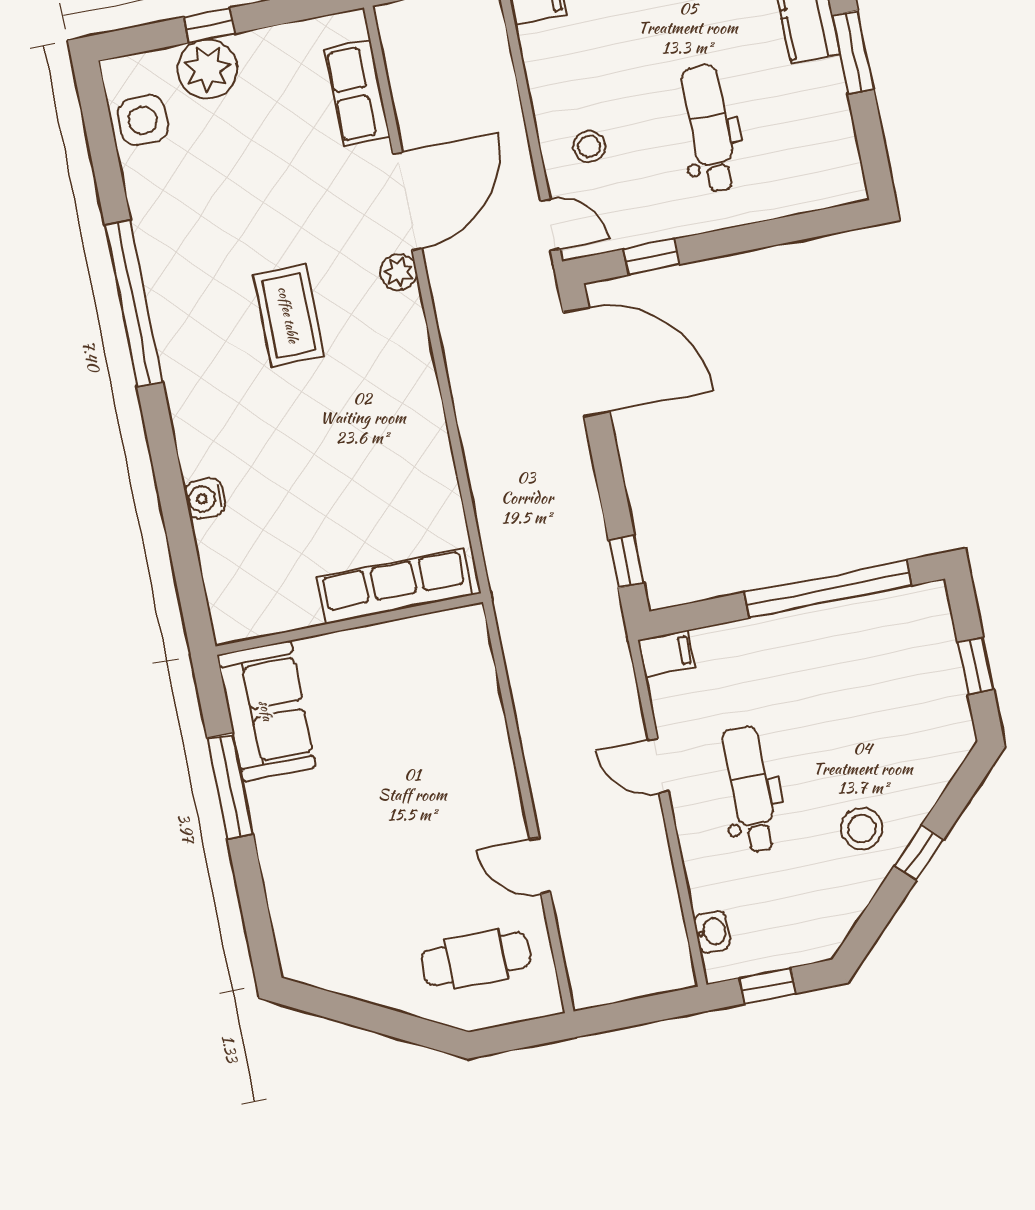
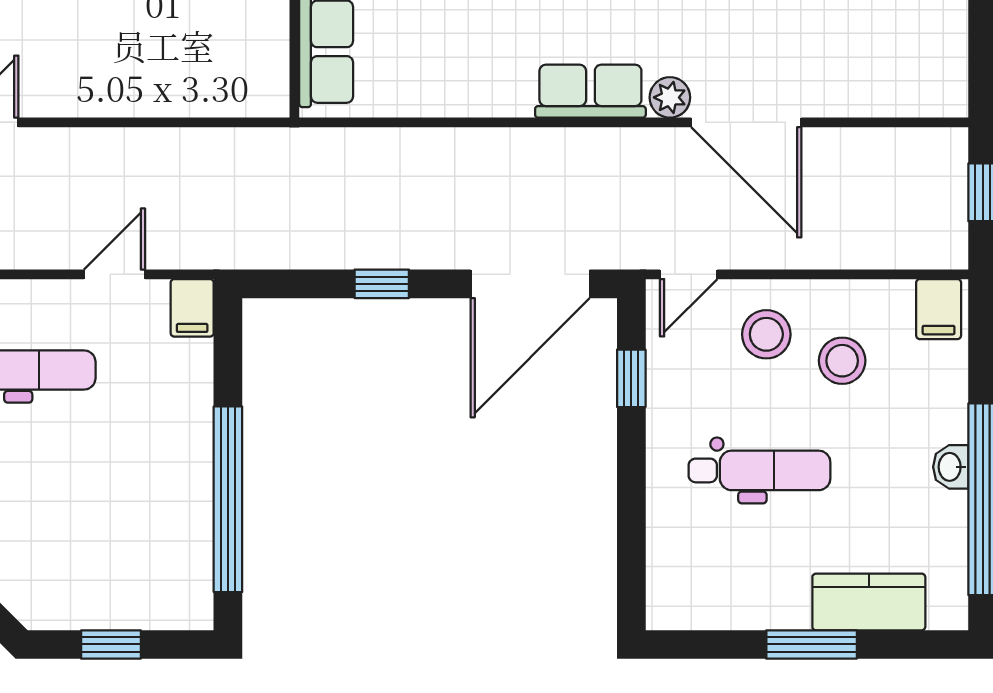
stool: (599, 75) -> (842, 361), added
row of seats: (357, 93) -> (590, 91), moved
stool: (589, 146) -> (766, 334), width x1.37, depth x1.37
window: (626, 562) -> (382, 284), moved
door: (658, 766) -> (114, 274), moved

